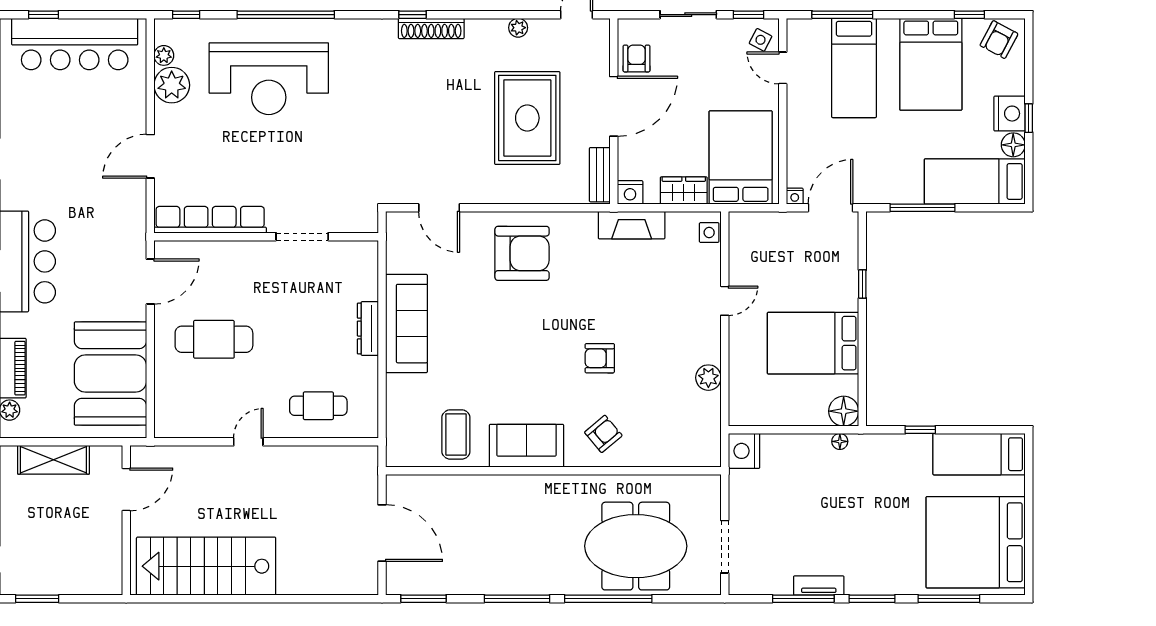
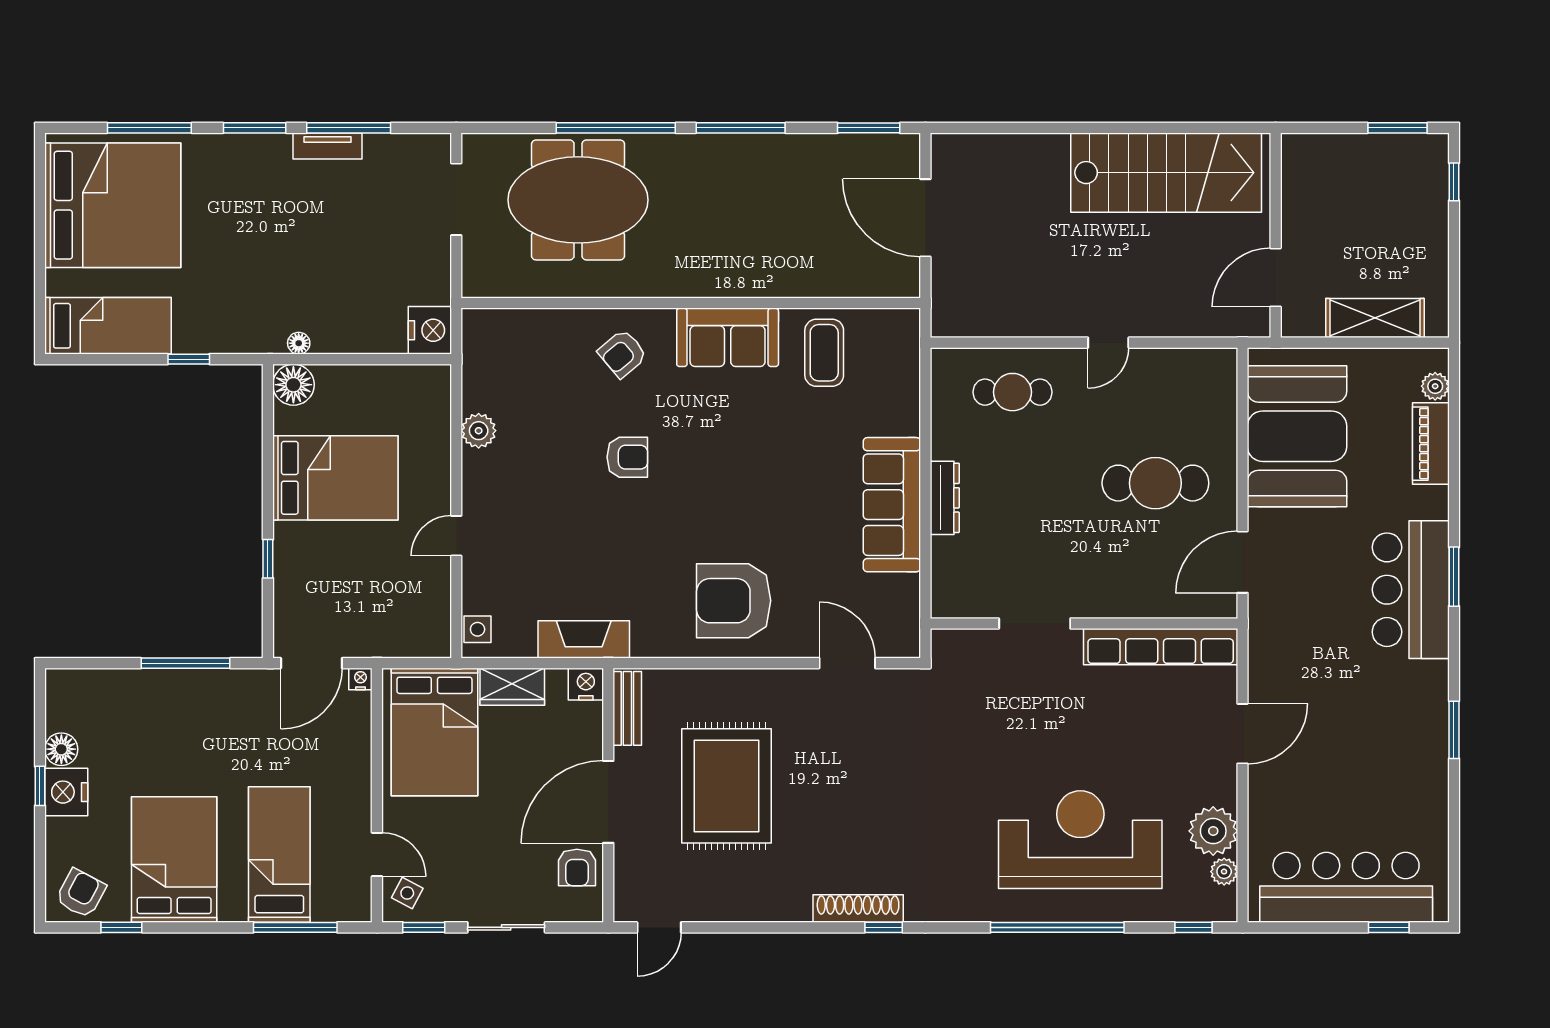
plant: (518, 28) -> (739, 910), removed
bed: (975, 181) -> (114, 699), removed

